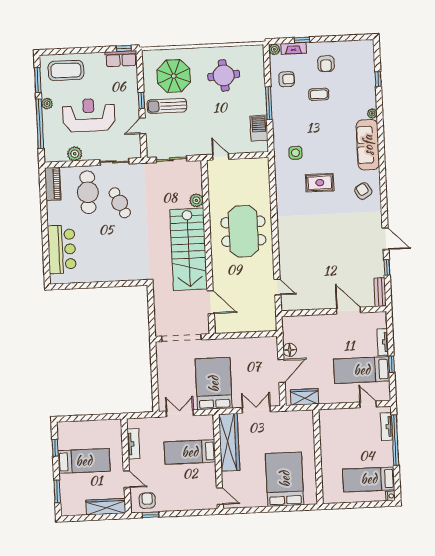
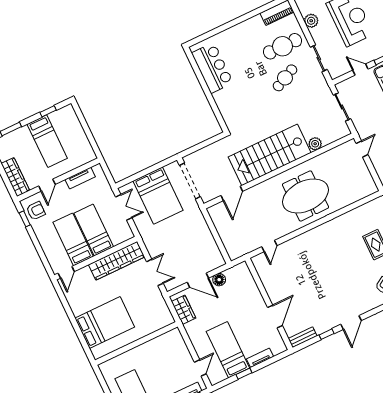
bar counter: (62, 249) -> (212, 68), moved, turned -90
bed: (214, 384) -> (158, 196), moved, turned 90
bed: (190, 476) -> (73, 239), added

